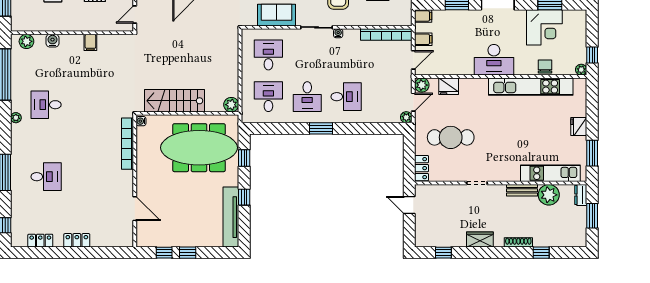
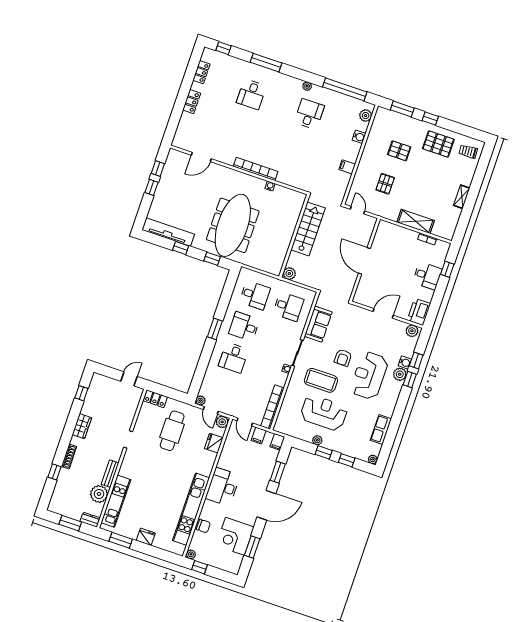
stairs: (174, 101) -> (308, 229), moved
plant: (231, 105) -> (289, 274), moved
wall: (187, 113) -> (294, 236), moved

